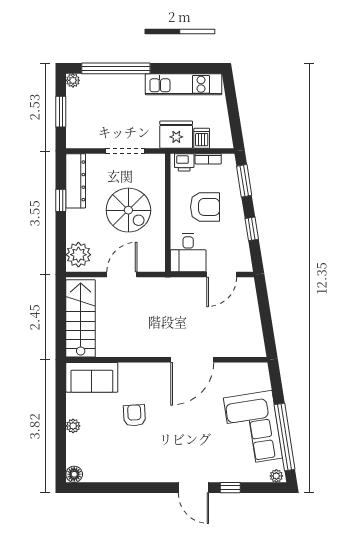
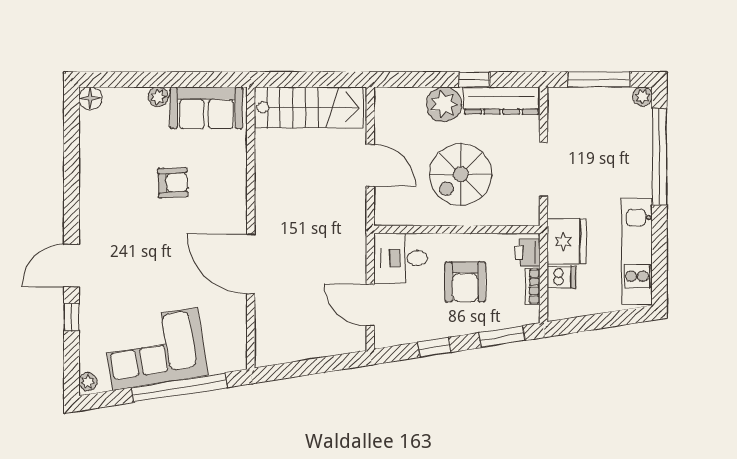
window: (61, 112) -> (599, 80), width x1.44
plant: (78, 255) -> (444, 104), moved
sofa: (92, 377) -> (206, 108), moved, turned -90
window: (285, 437) -> (179, 388), moved

